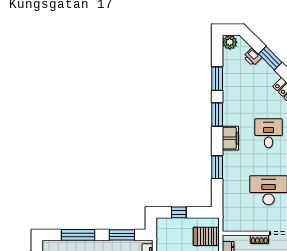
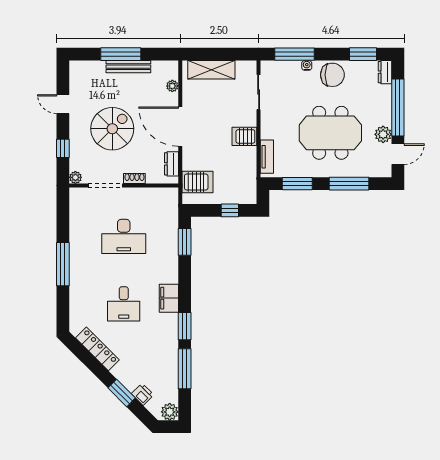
window: (217, 79) -> (185, 369), width x1.44
window: (217, 167) -> (185, 242), moved

